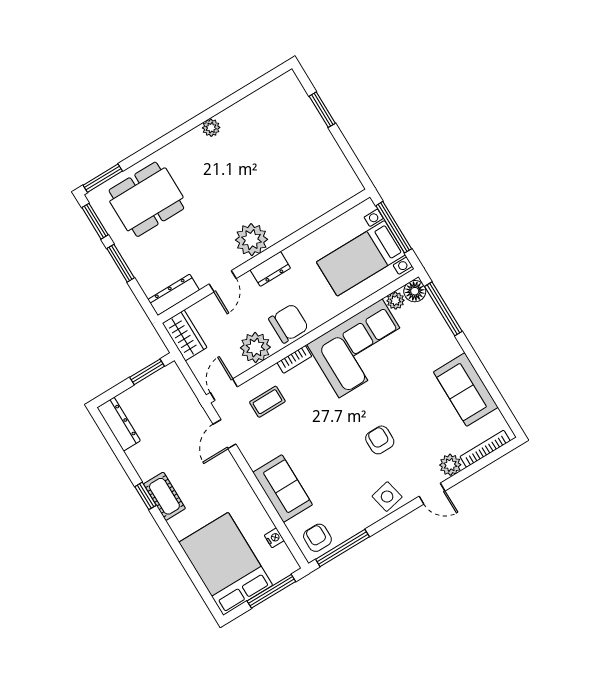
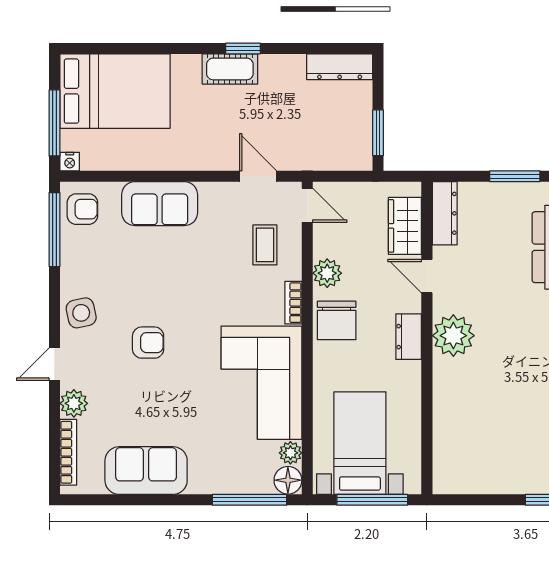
wardrobe: (185, 335) -> (405, 226), moved, turned 90
plant: (255, 347) -> (327, 273), width x0.73, depth x0.73
nightstand: (274, 538) -> (70, 162), moved

